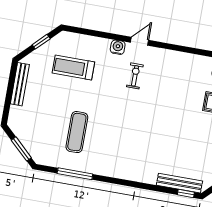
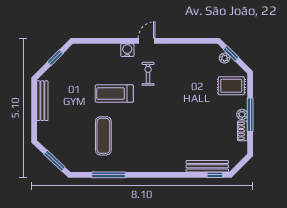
treadmill: (73, 68) -> (114, 94), moved

